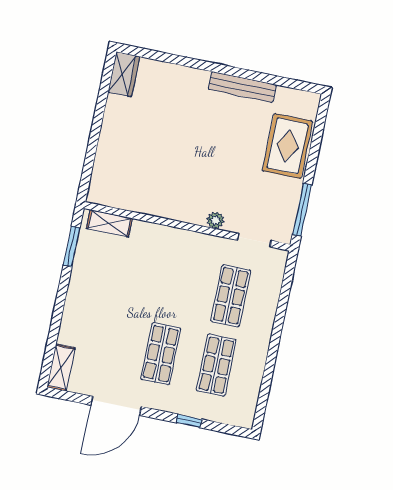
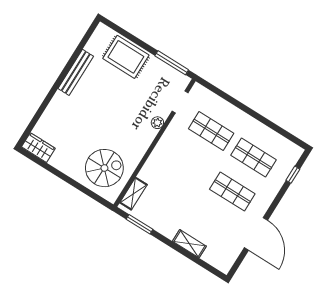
spiral stairs: (129, 172) -> (104, 168), added
shelving: (61, 368) -> (189, 244), moved
window: (189, 421) -> (293, 175), moved

